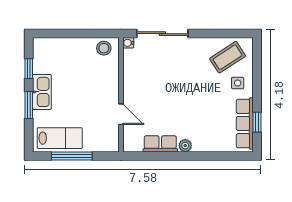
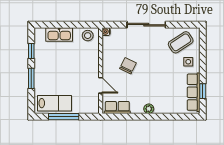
sliding door: (162, 34) -> (146, 25), moved
chair: (157, 88) -> (128, 66), added
kitchen sink: (42, 92) -> (59, 35), moved, turned 90
row of seats: (160, 144) -> (117, 107), moved

